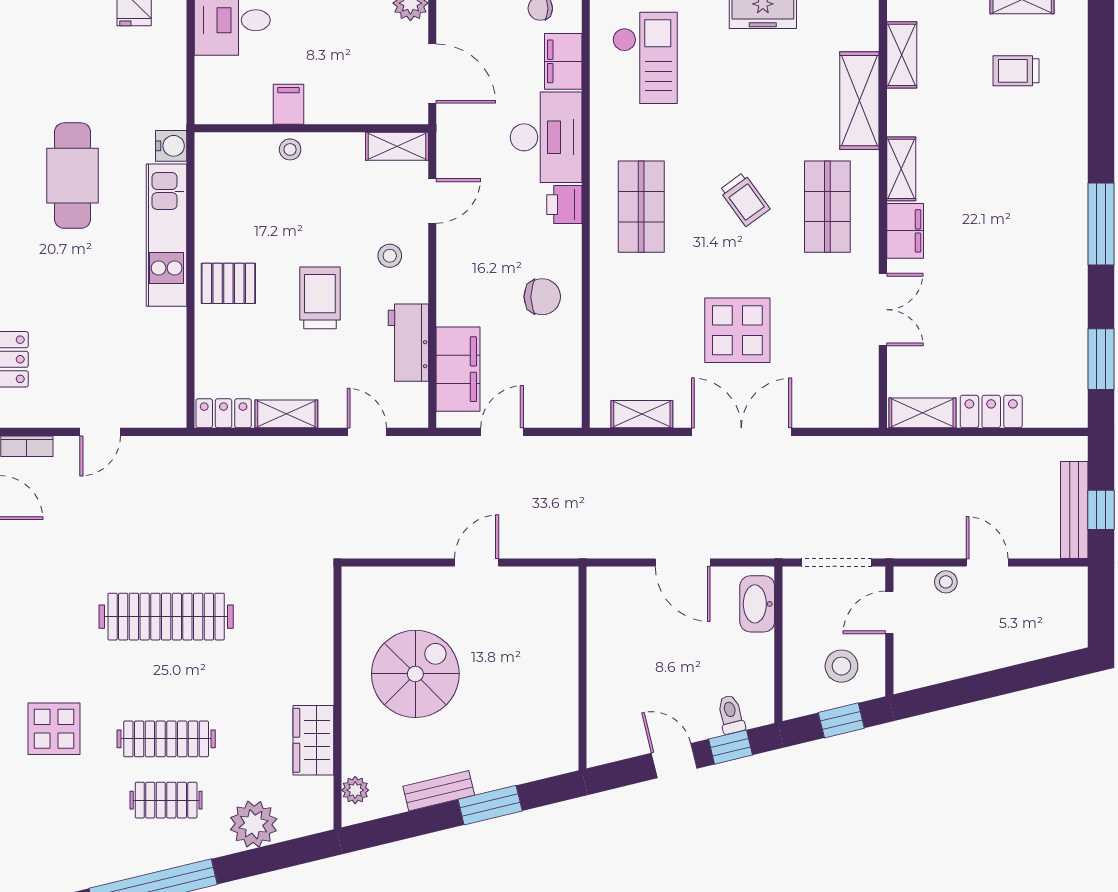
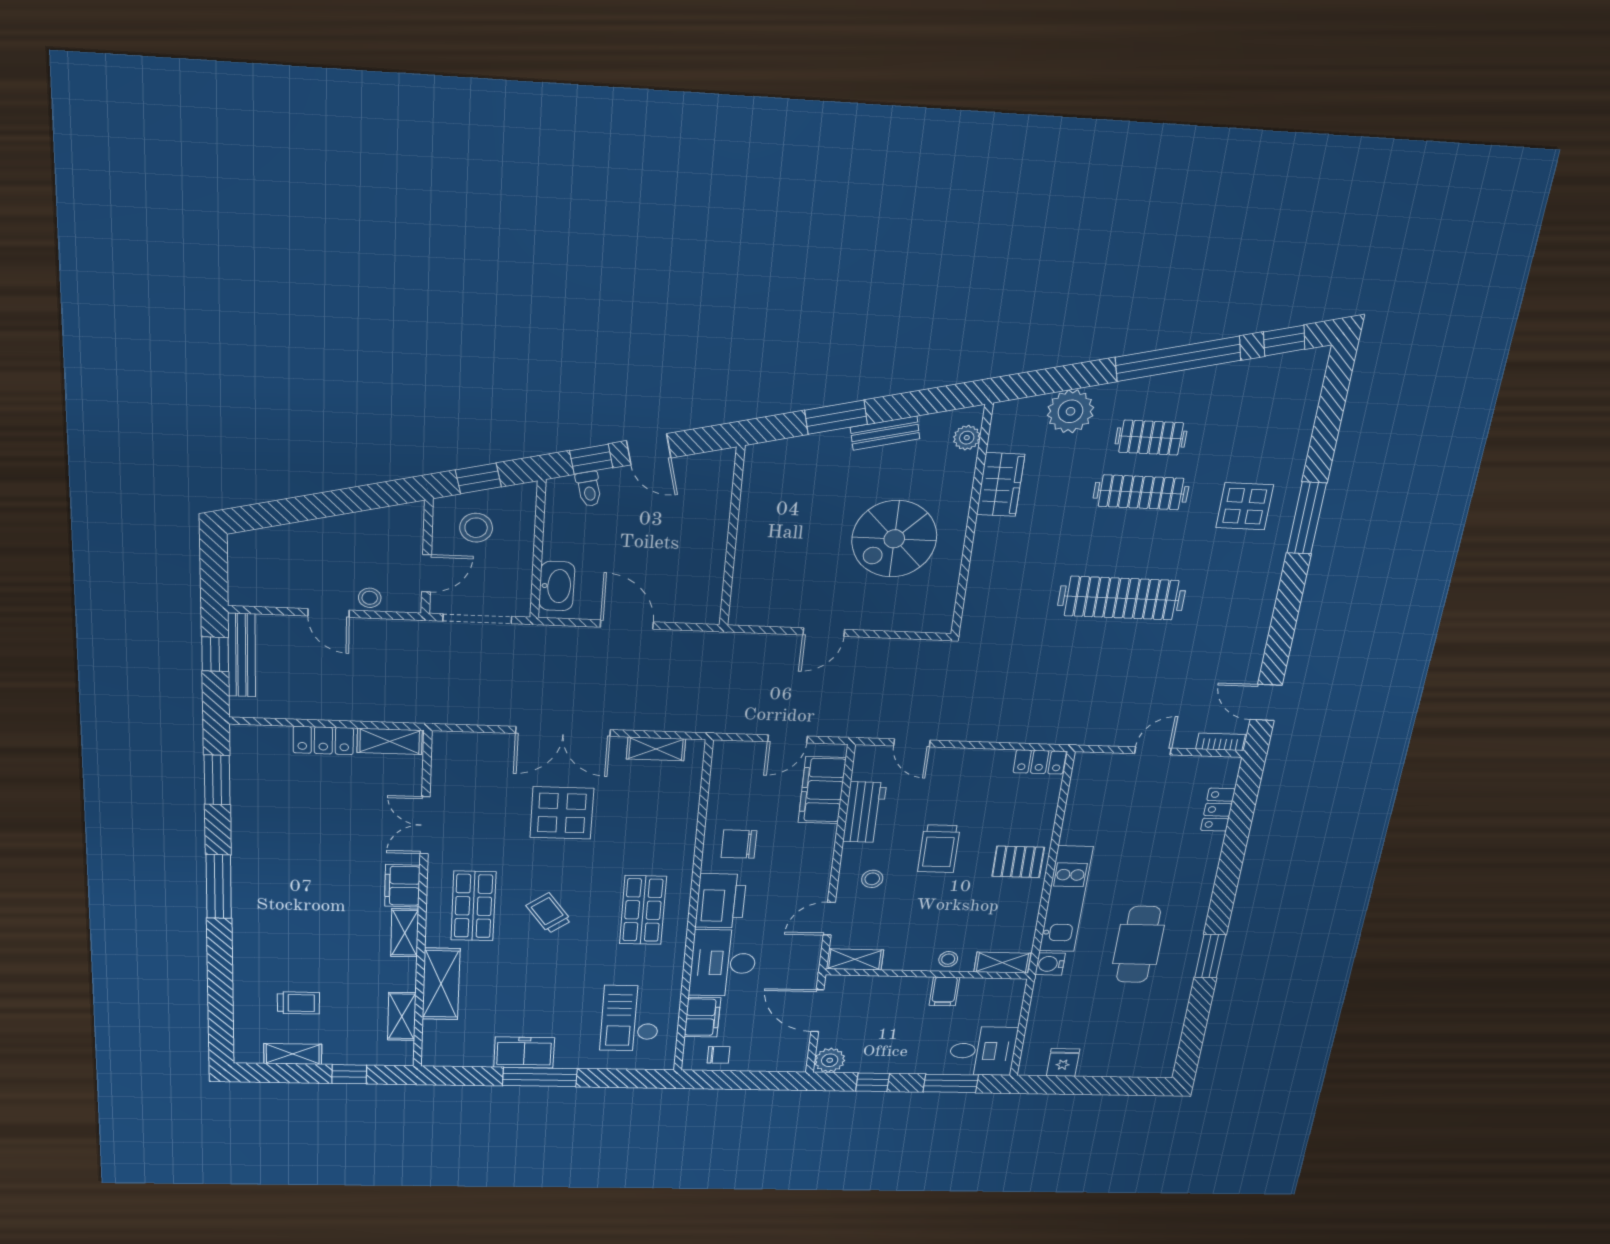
printer: (564, 205) -> (721, 901), width x1.87, depth x1.48
shelving: (286, 414) -> (1002, 963), moved

